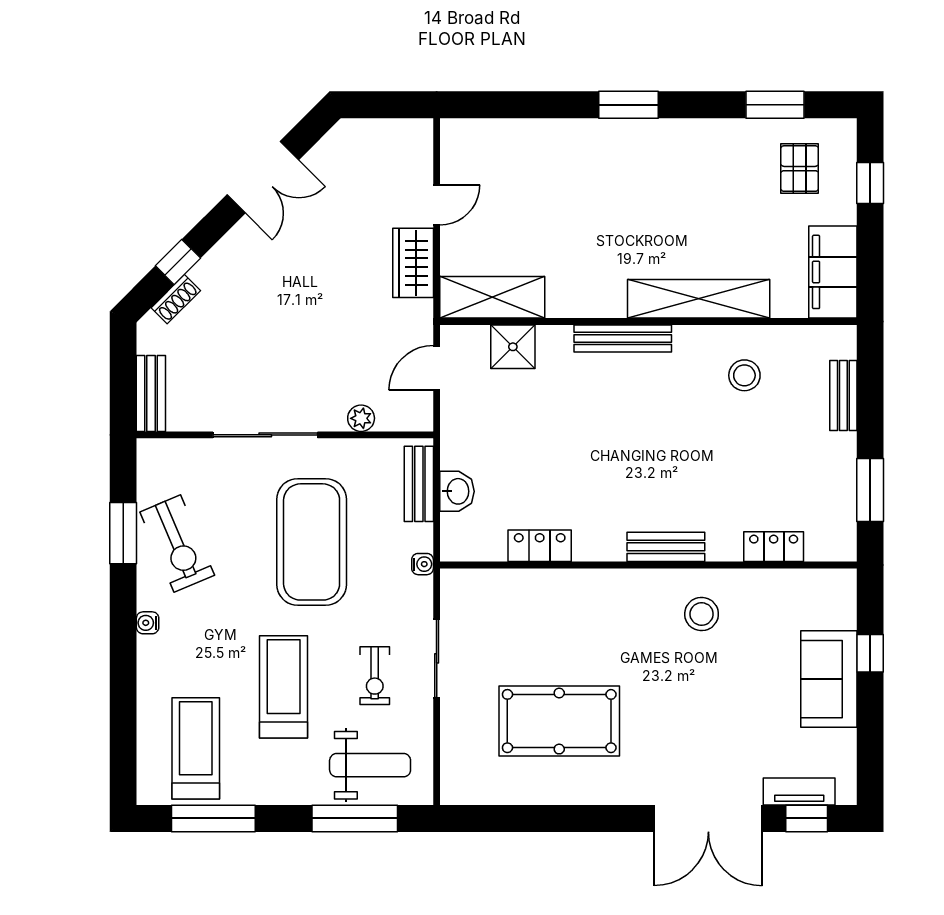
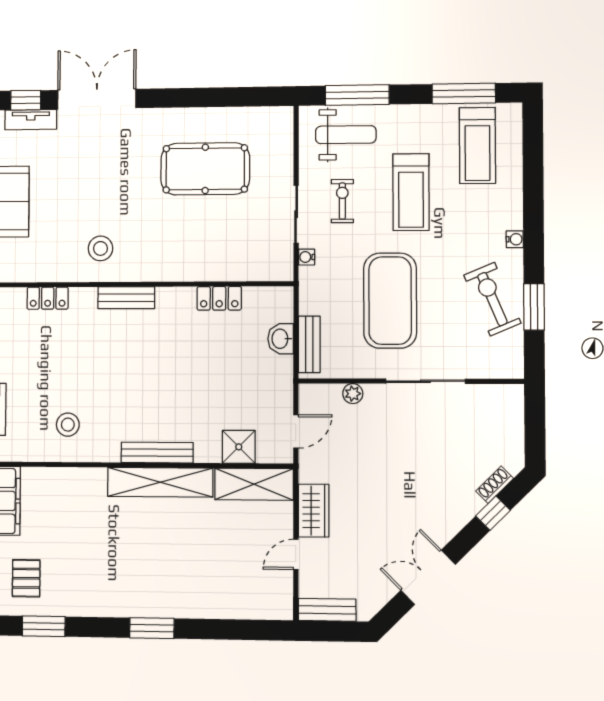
shelving: (699, 299) -> (160, 482), moved
bench: (151, 394) -> (327, 610), moved, turned 90
water cooler: (423, 564) -> (307, 257), moved
weight bench: (370, 765) -> (346, 135), turned 180

